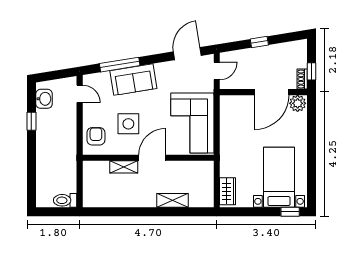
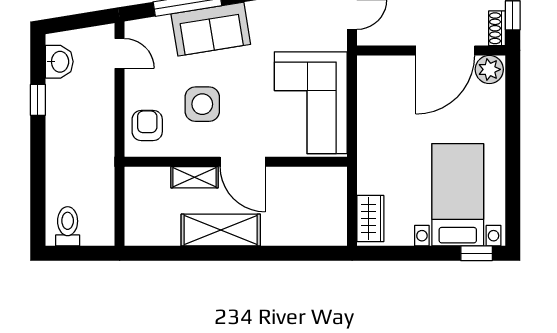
door: (152, 158) -> (243, 162), swing flipped
toilet: (65, 200) -> (68, 226), moved, turned 90
shelving: (172, 200) -> (221, 230), moved, width x1.50, depth x1.33

